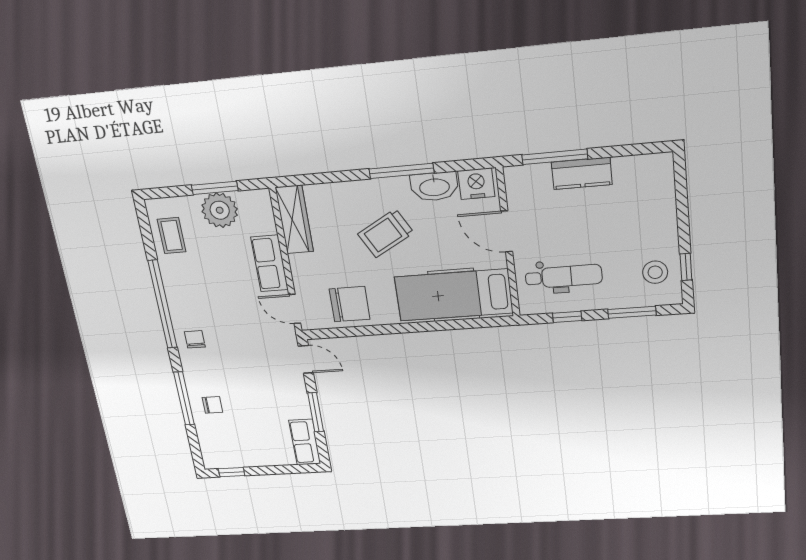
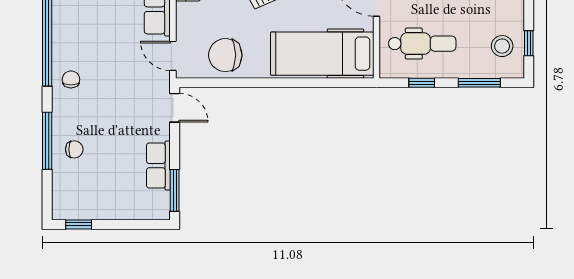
chair: (350, 304) -> (225, 55), turned 180
window: (316, 412) -> (175, 190), moved
row of seats: (305, 442) -> (158, 166), moved

